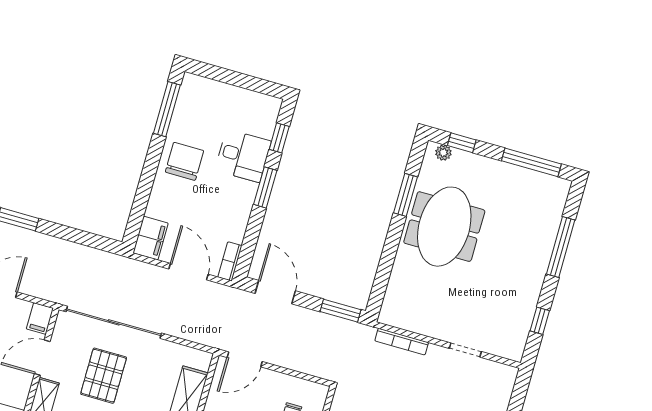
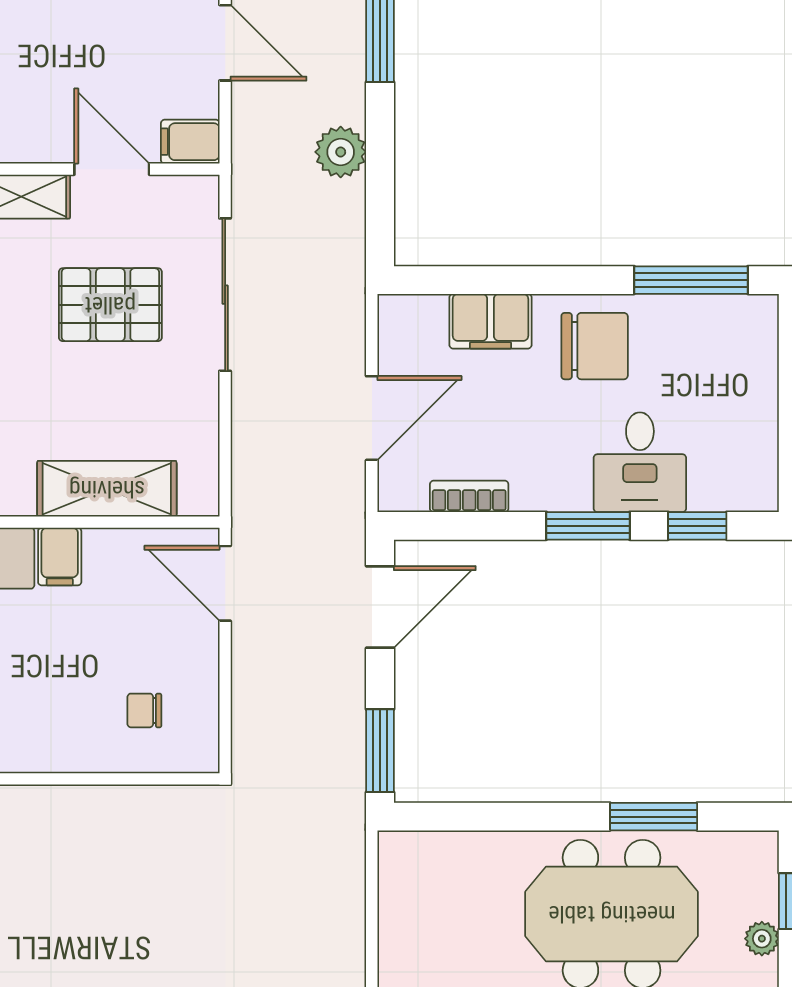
plant: (443, 153) -> (762, 939), moved
filing cabinet: (151, 238) -> (490, 321), moved
plant: (64, 252) -> (341, 152), added
bookcase: (230, 261) -> (469, 496), moved
sliding door: (114, 322) -> (225, 295), width x0.73
bookcase: (402, 342) -> (352, 893), removed

